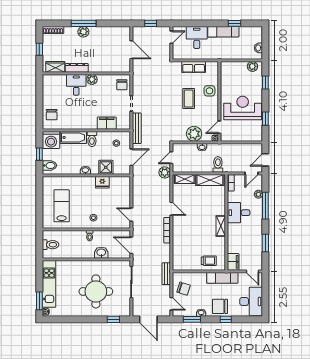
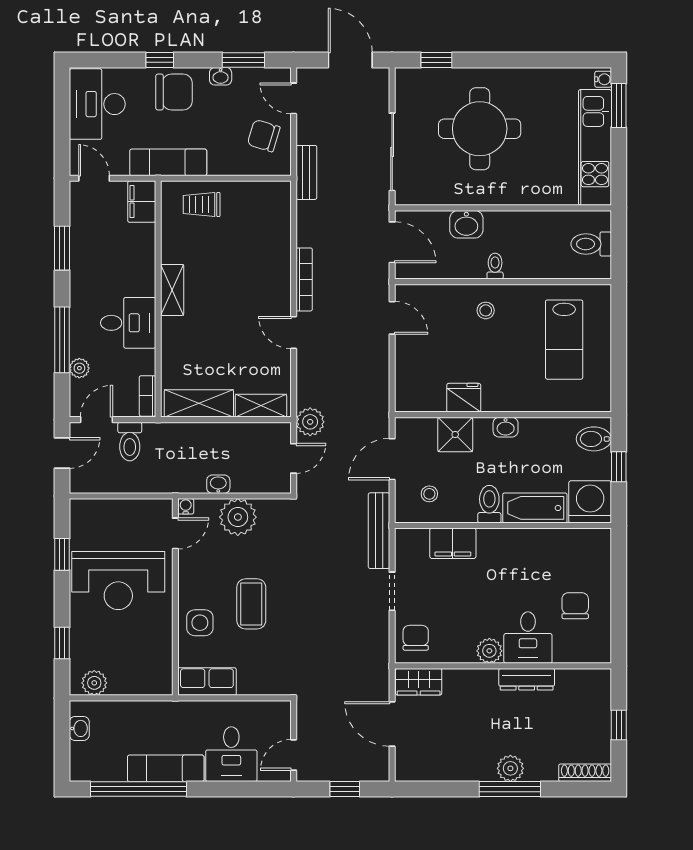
window: (234, 23) -> (138, 789), width x3.17
wardrobe: (55, 67) -> (419, 682), moved
row of seats: (194, 67) -> (207, 682), moved
chair: (52, 115) -> (575, 606), moved
toilet: (218, 164) -> (130, 442), moved

